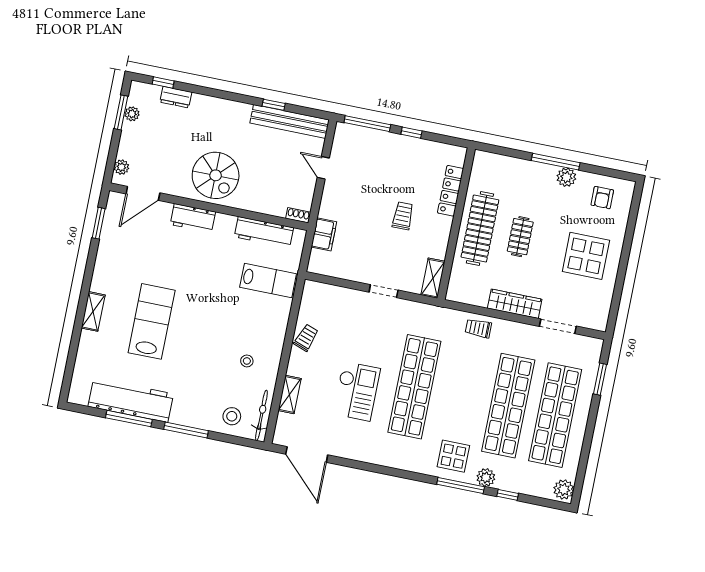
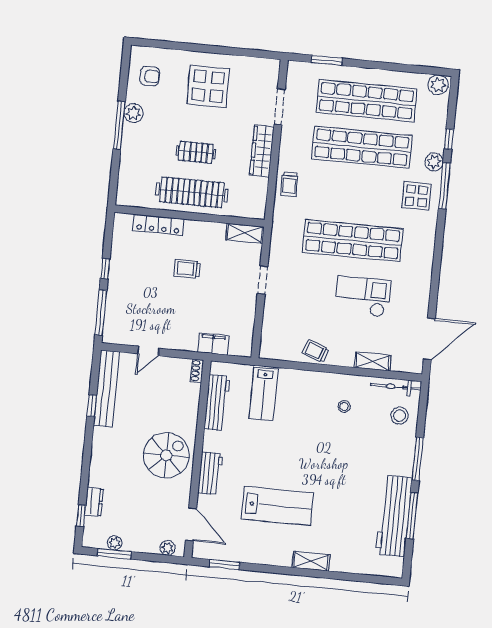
lab bench: (268, 280) -> (264, 394), turned 180
lab bench: (152, 321) -> (277, 506), moved, turned 180

